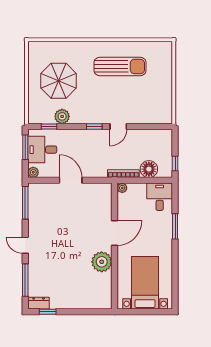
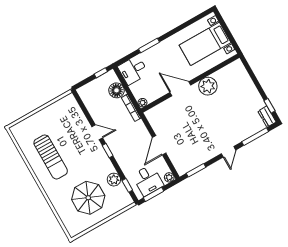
sun lounger: (120, 66) -> (51, 157), turned 180
window: (25, 203) -> (196, 170), width x0.69

